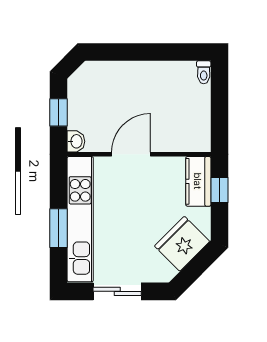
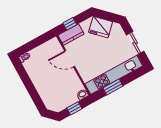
door: (131, 154) -> (70, 59), moved
window: (59, 228) -> (113, 87), moved

